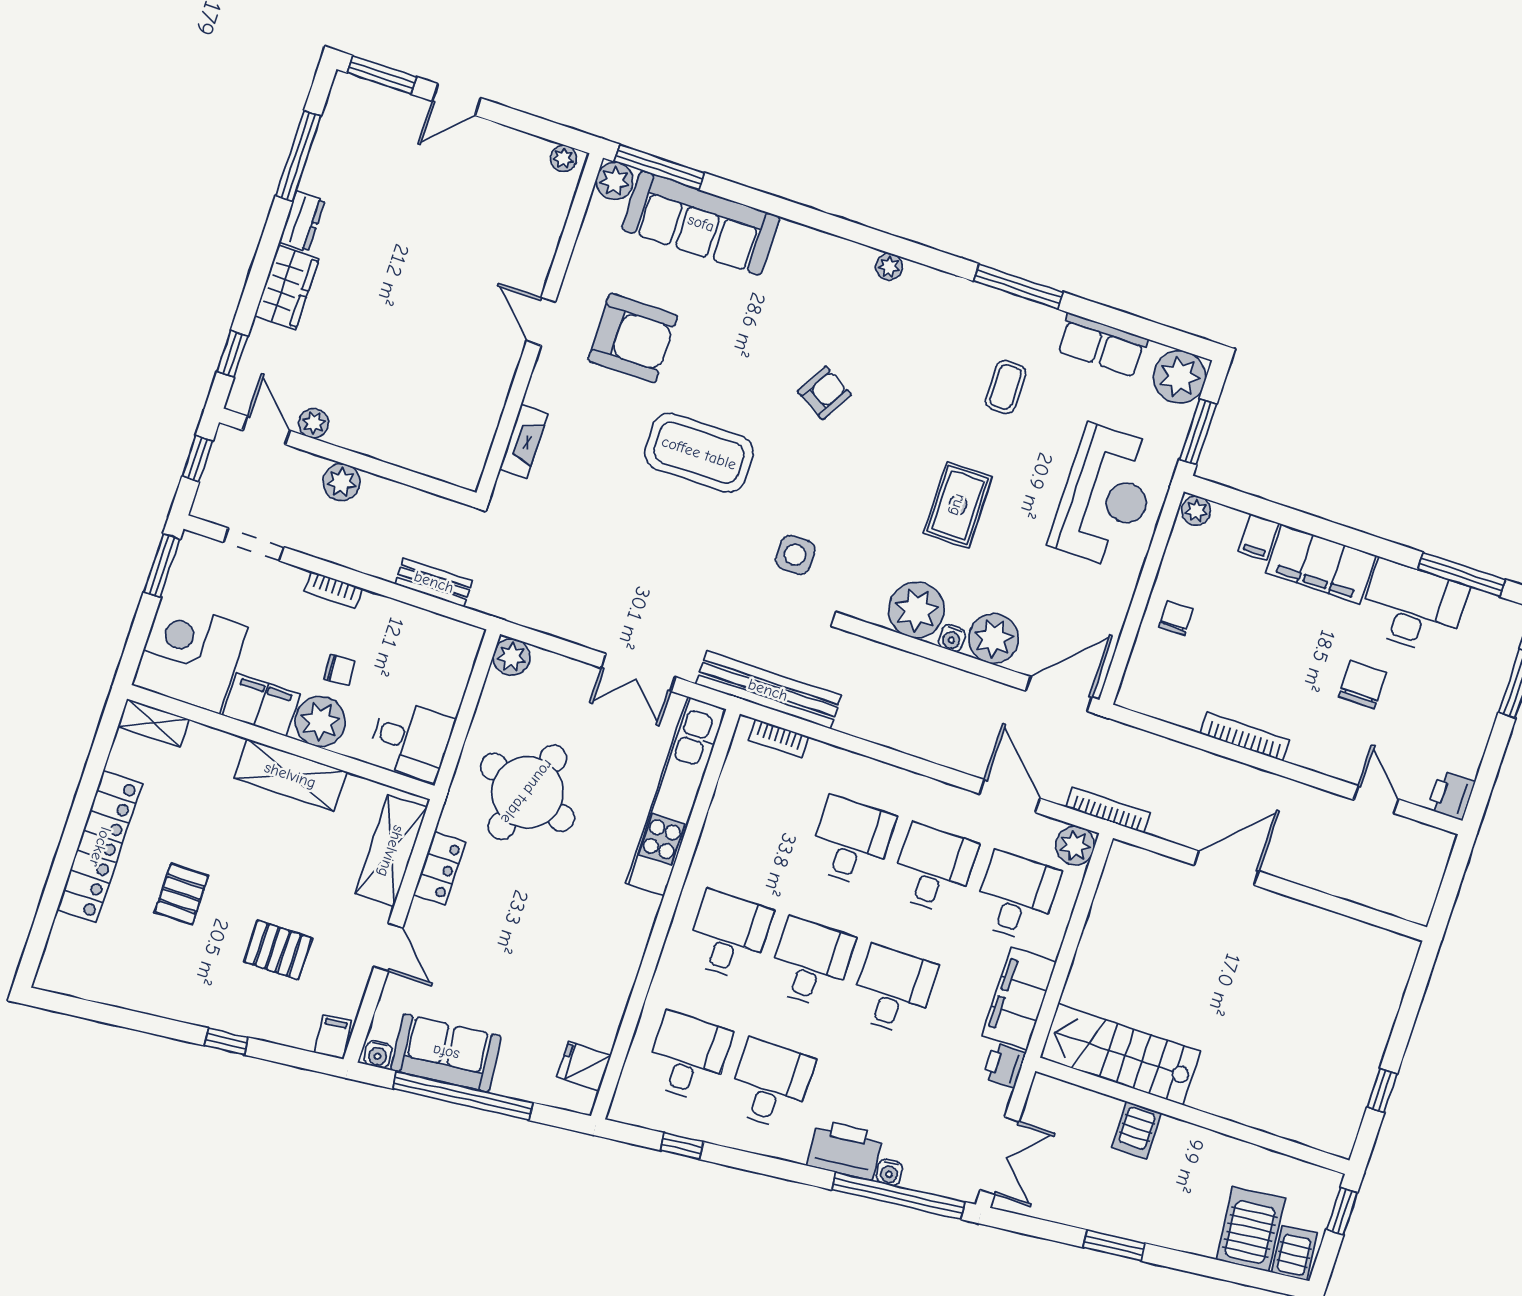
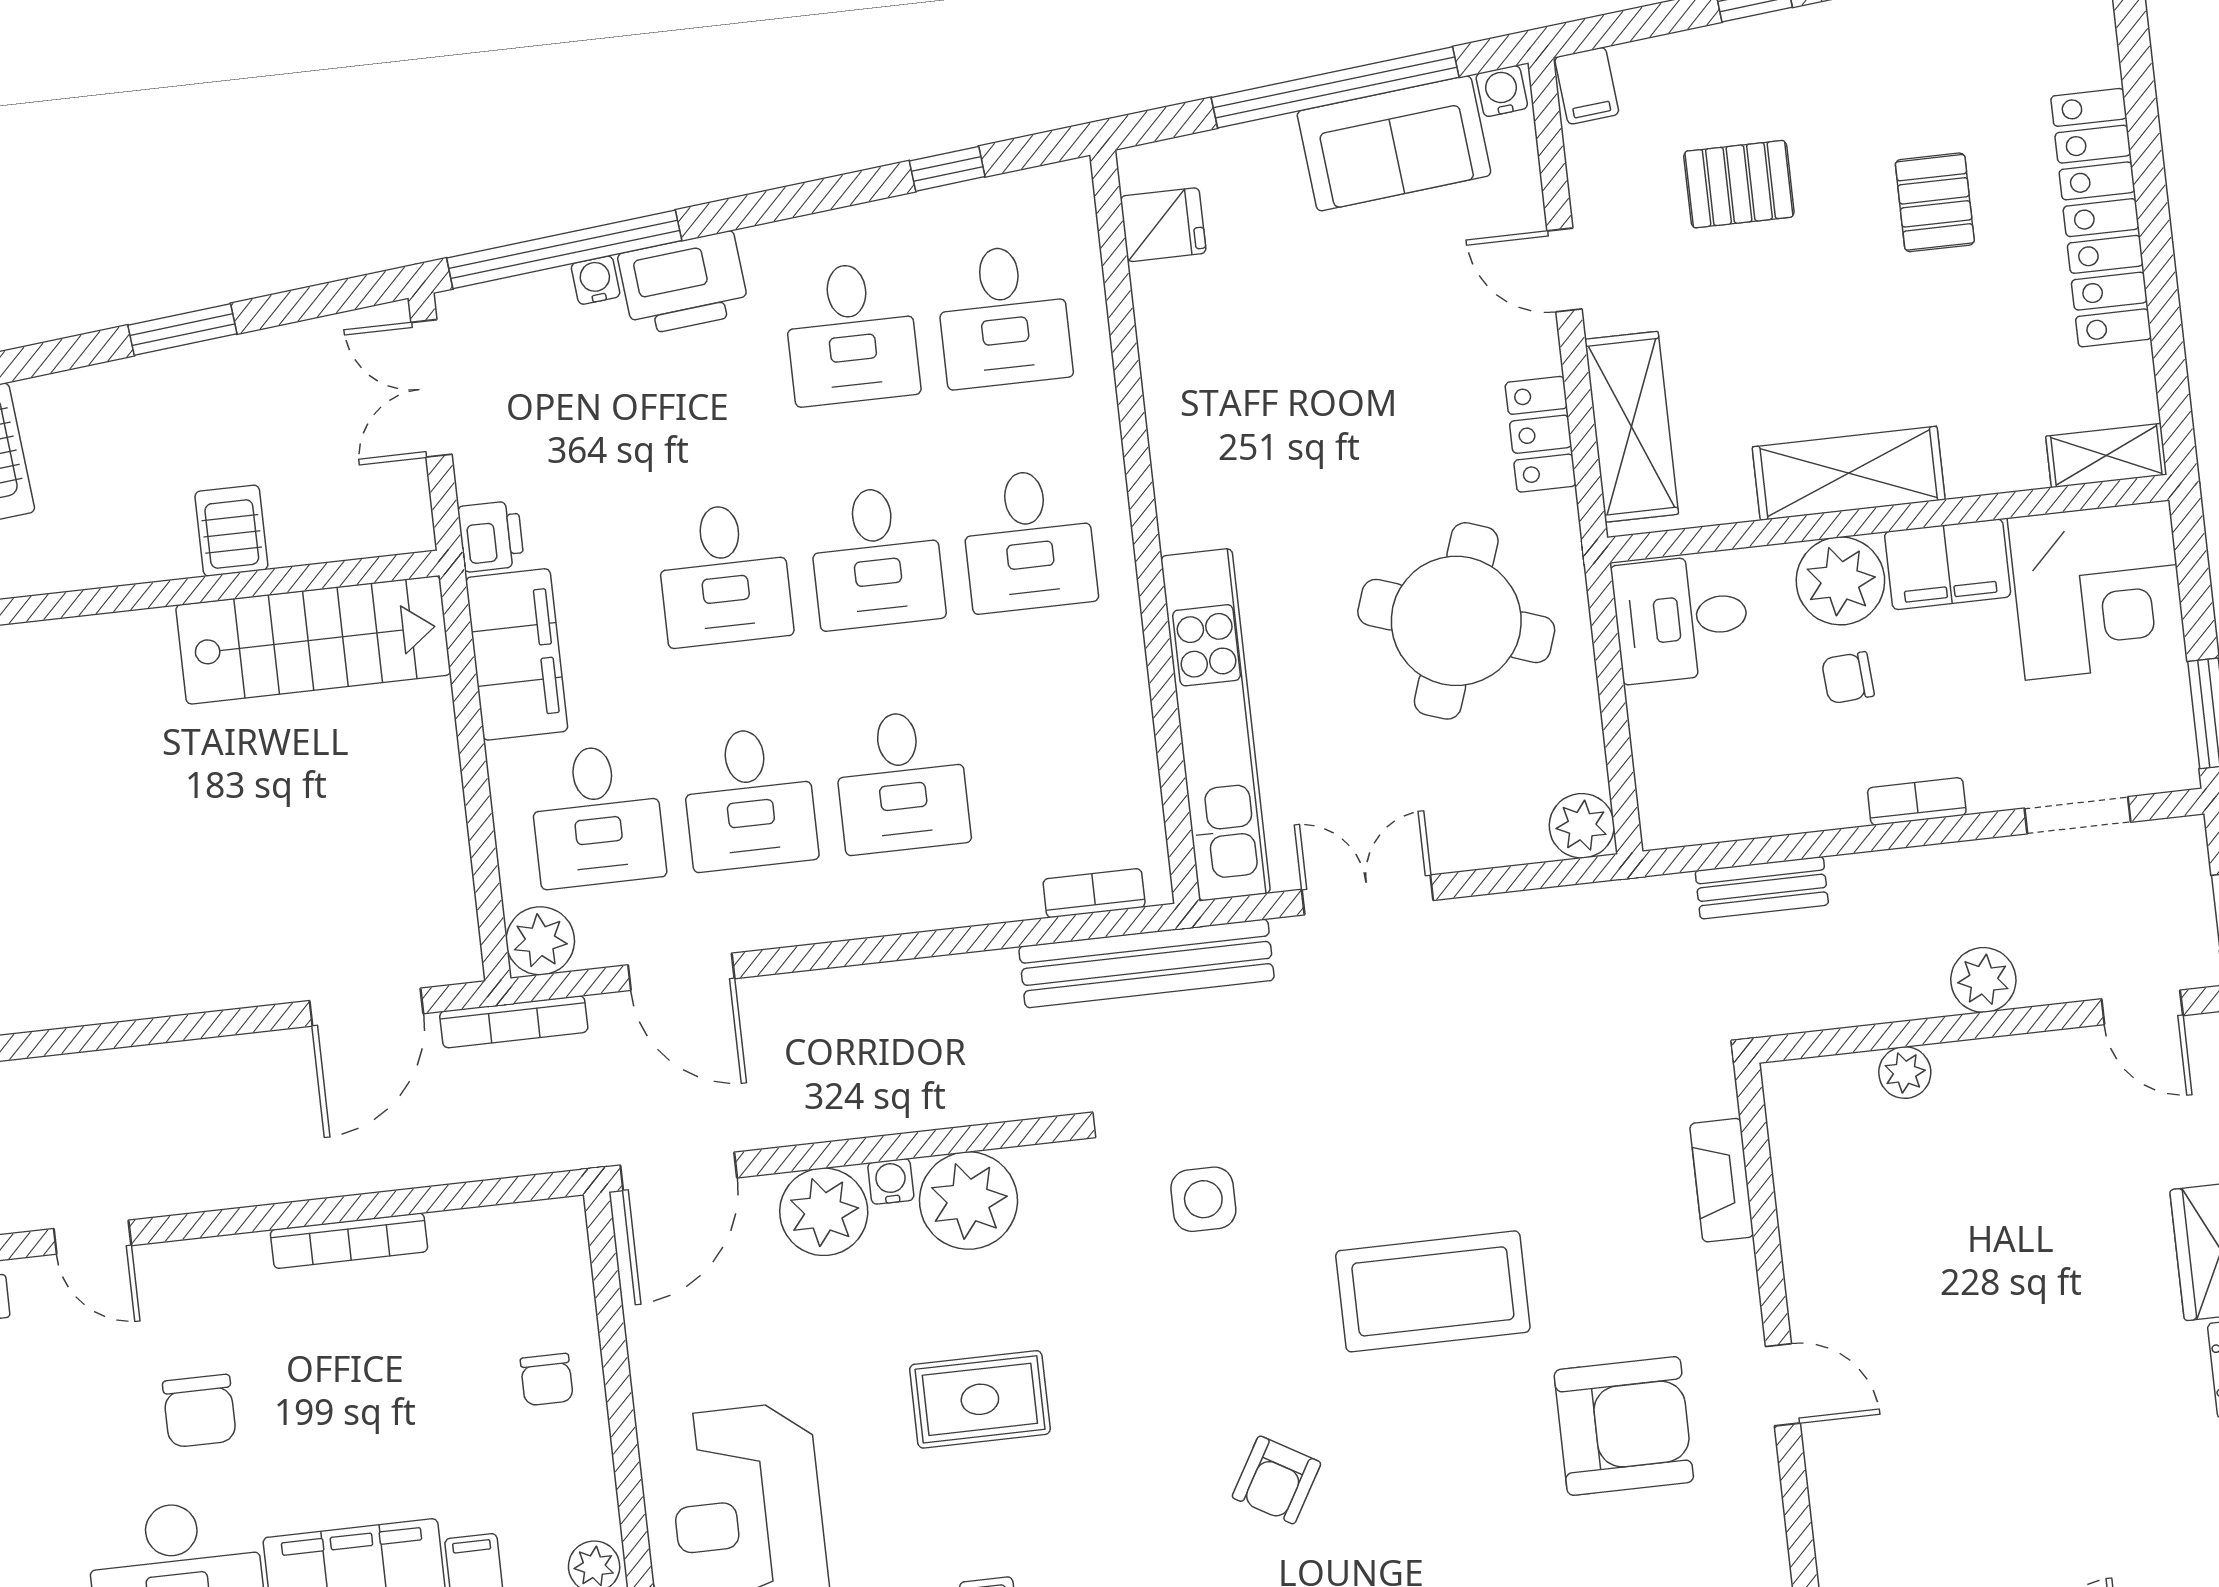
armchair: (633, 338) -> (1624, 1426), turned 180
plant: (314, 423) -> (1905, 1072), moved
rug: (958, 505) -> (980, 1399), turned 90
door: (1227, 868) -> (366, 1007), moved

